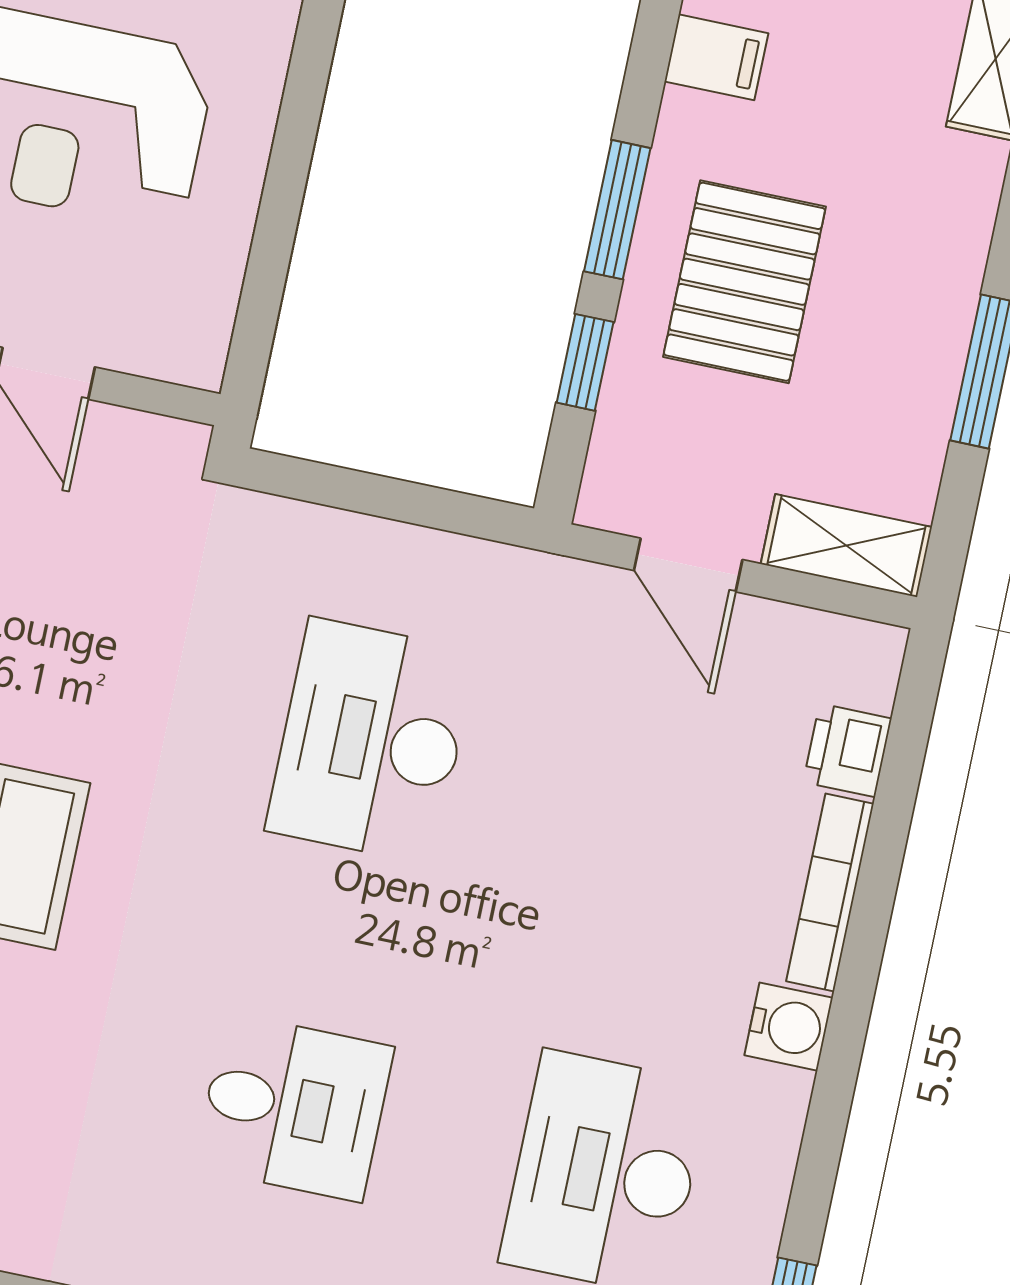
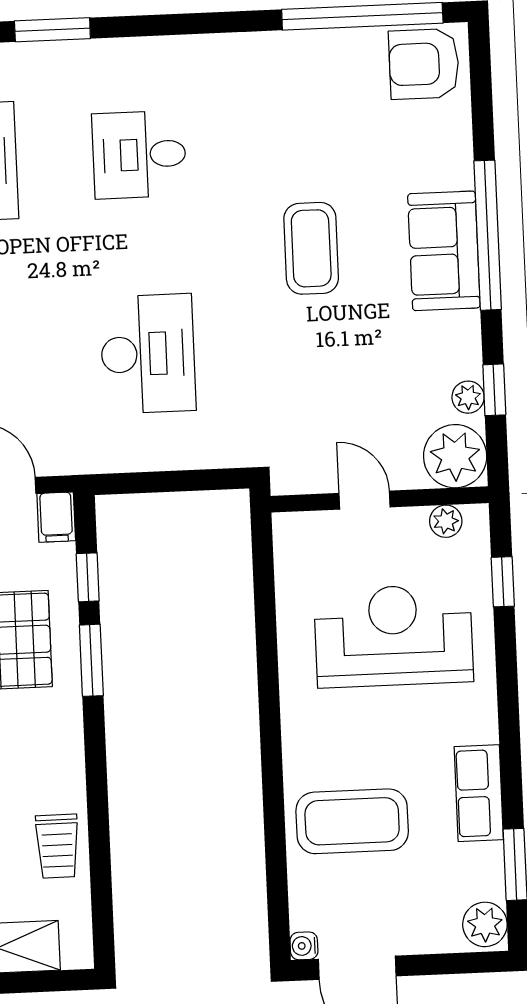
filing cabinet: (716, 57) -> (56, 517), moved, turned -90

